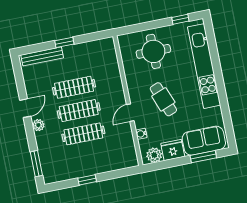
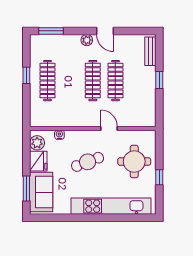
window: (180, 19) -> (159, 177), moved
bench: (42, 56) -> (150, 51), width x0.73
door: (130, 113) -> (109, 128), moved
clothes rail: (83, 134) -> (47, 81), moved

